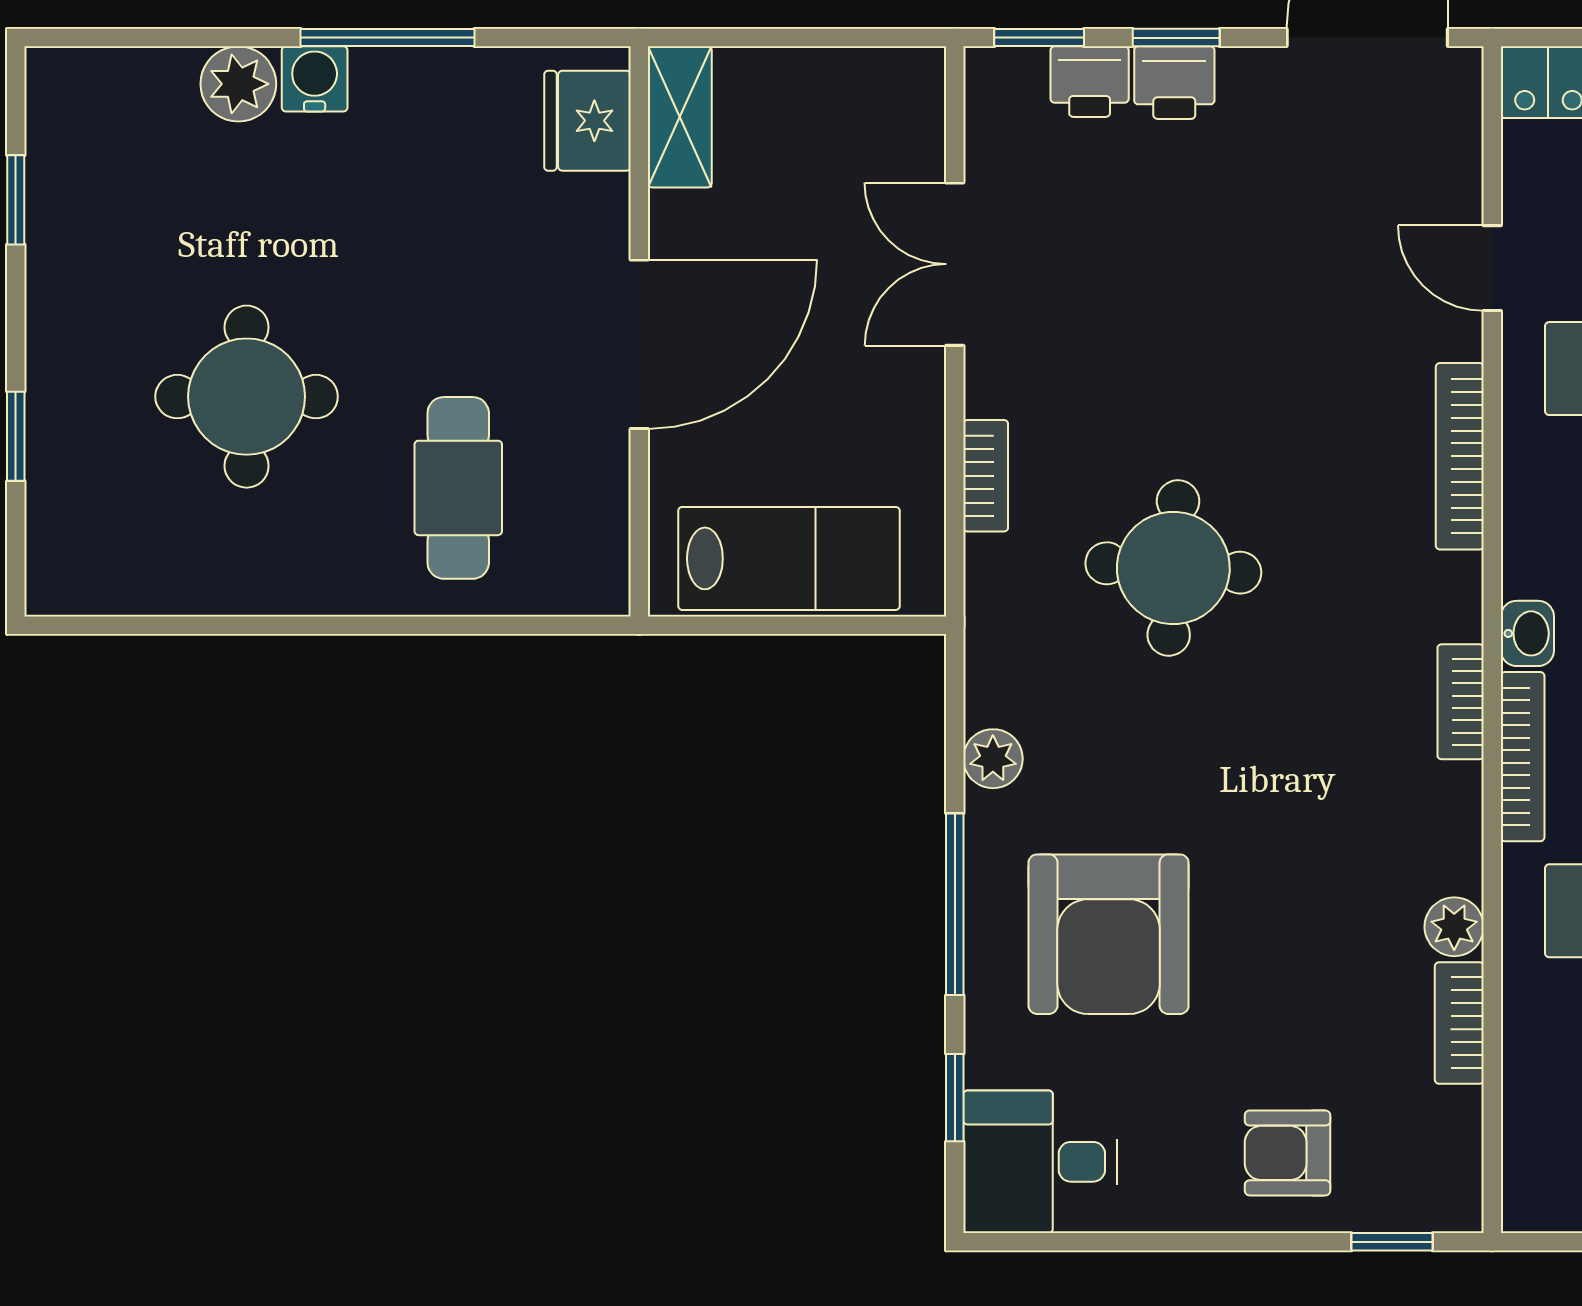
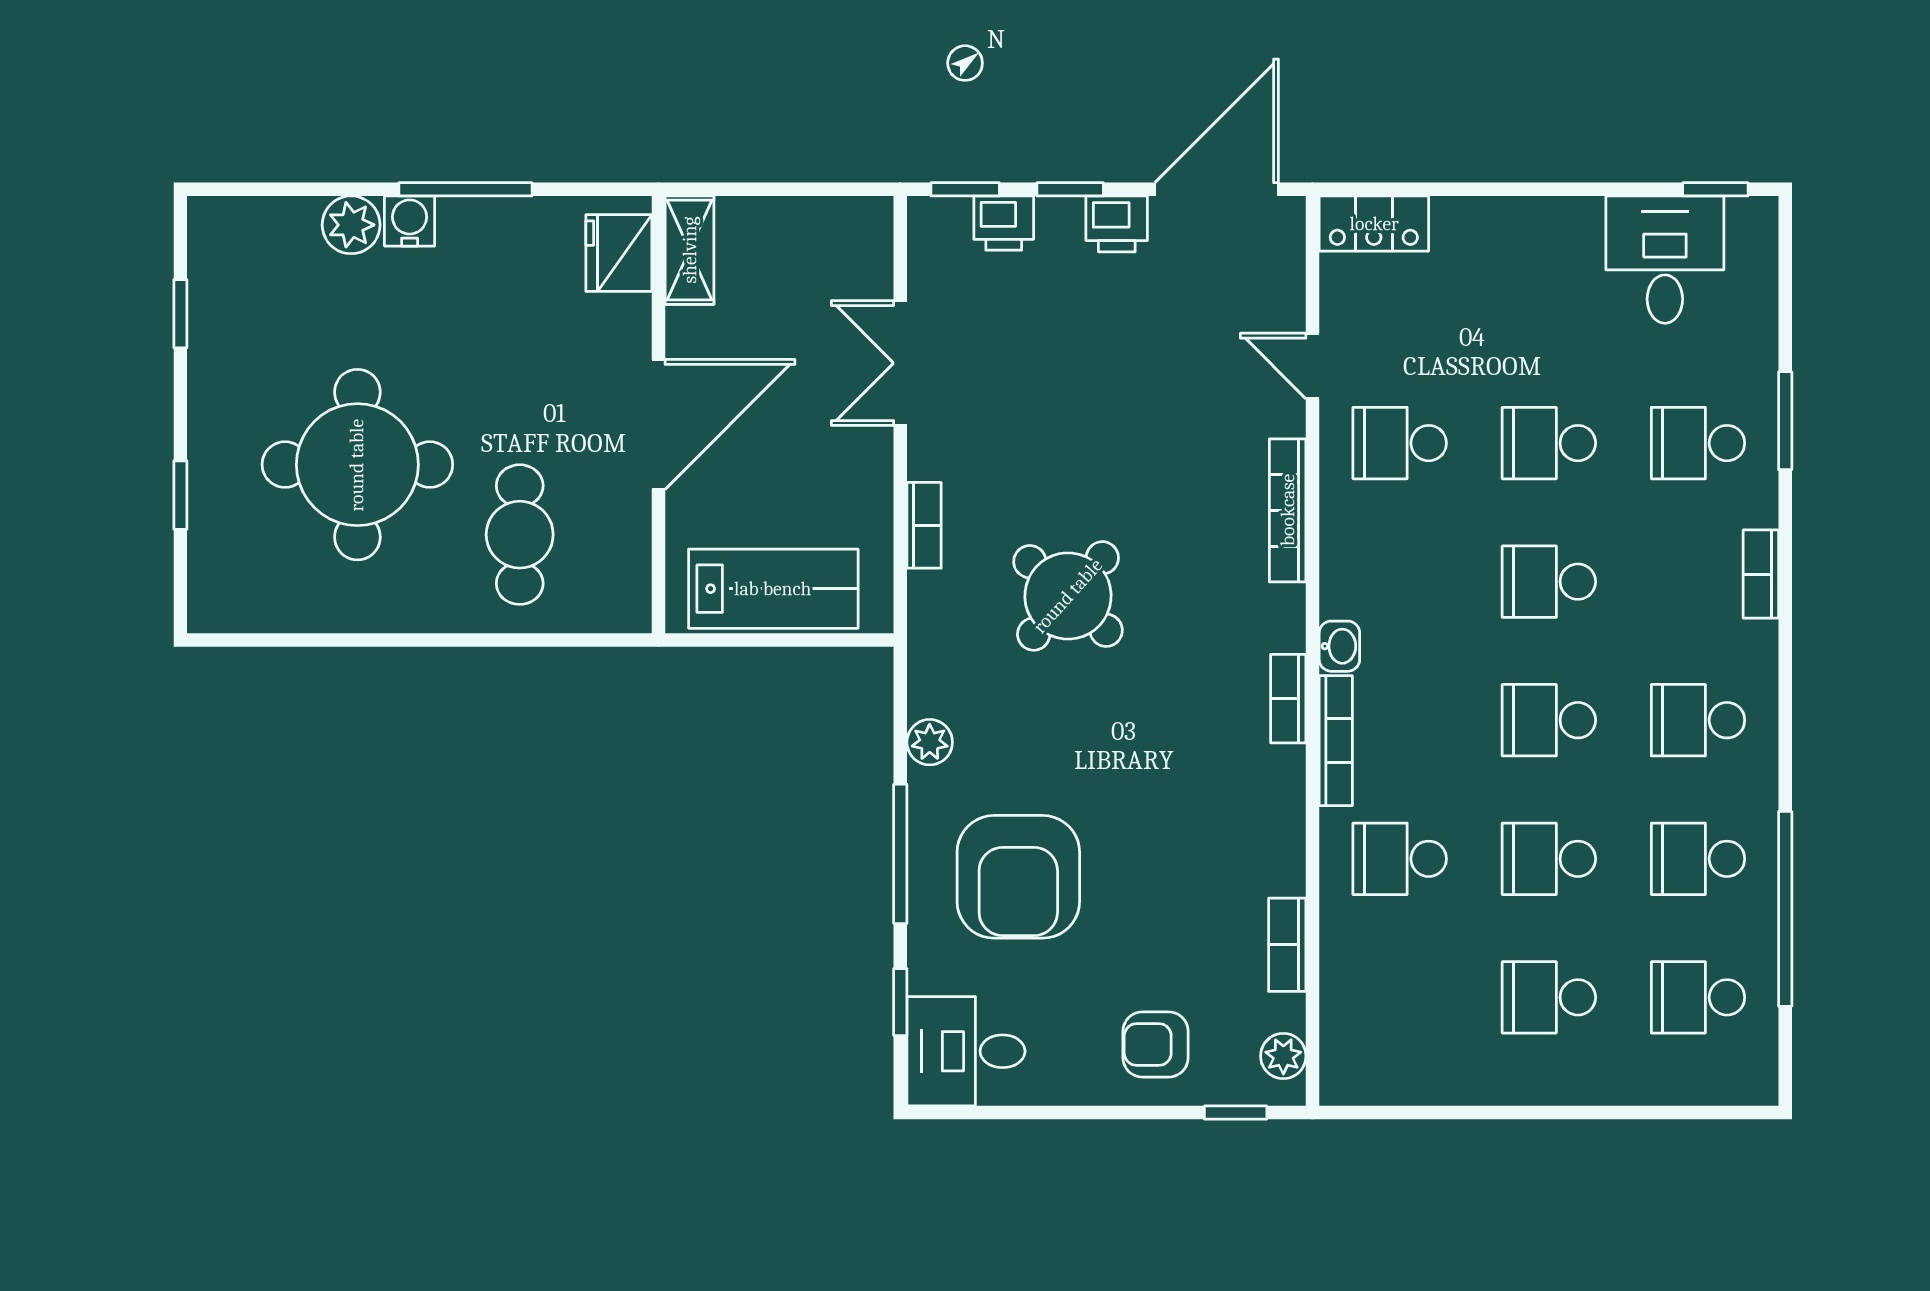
printer: (1174, 83) -> (1117, 224), moved
round table: (247, 397) -> (357, 465), width x1.36, depth x1.36
round table: (1173, 568) -> (1068, 596), turned 38
plant: (1454, 927) -> (1283, 1056), moved

